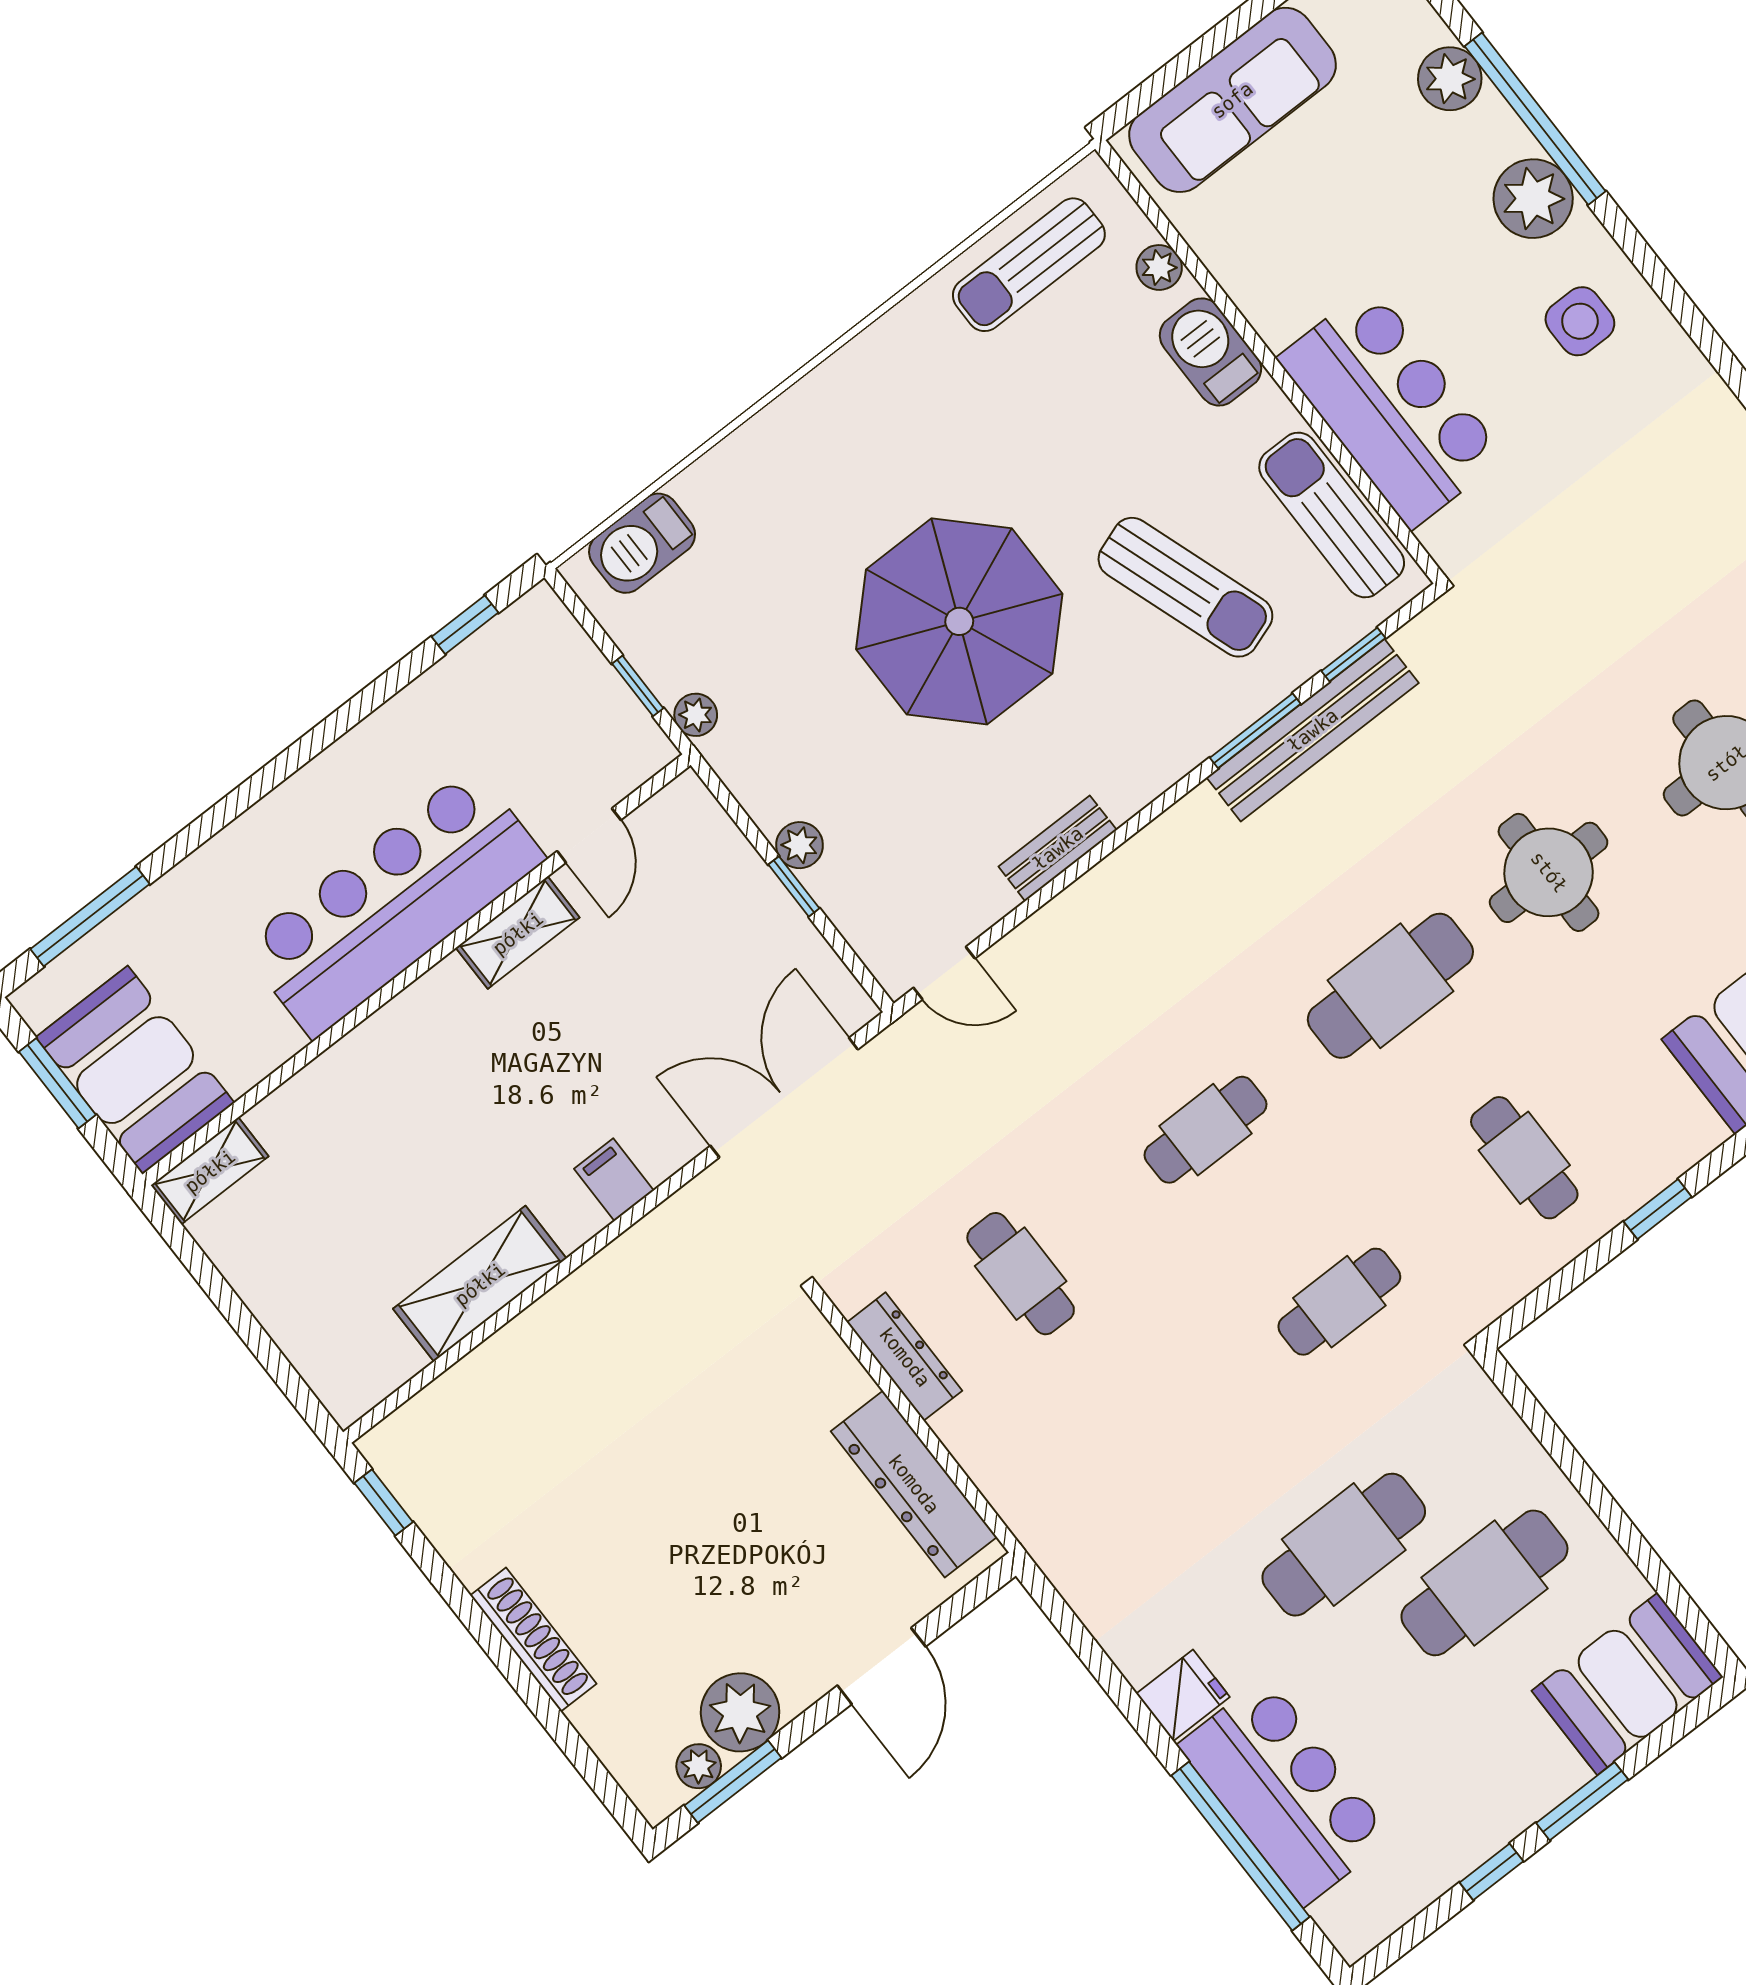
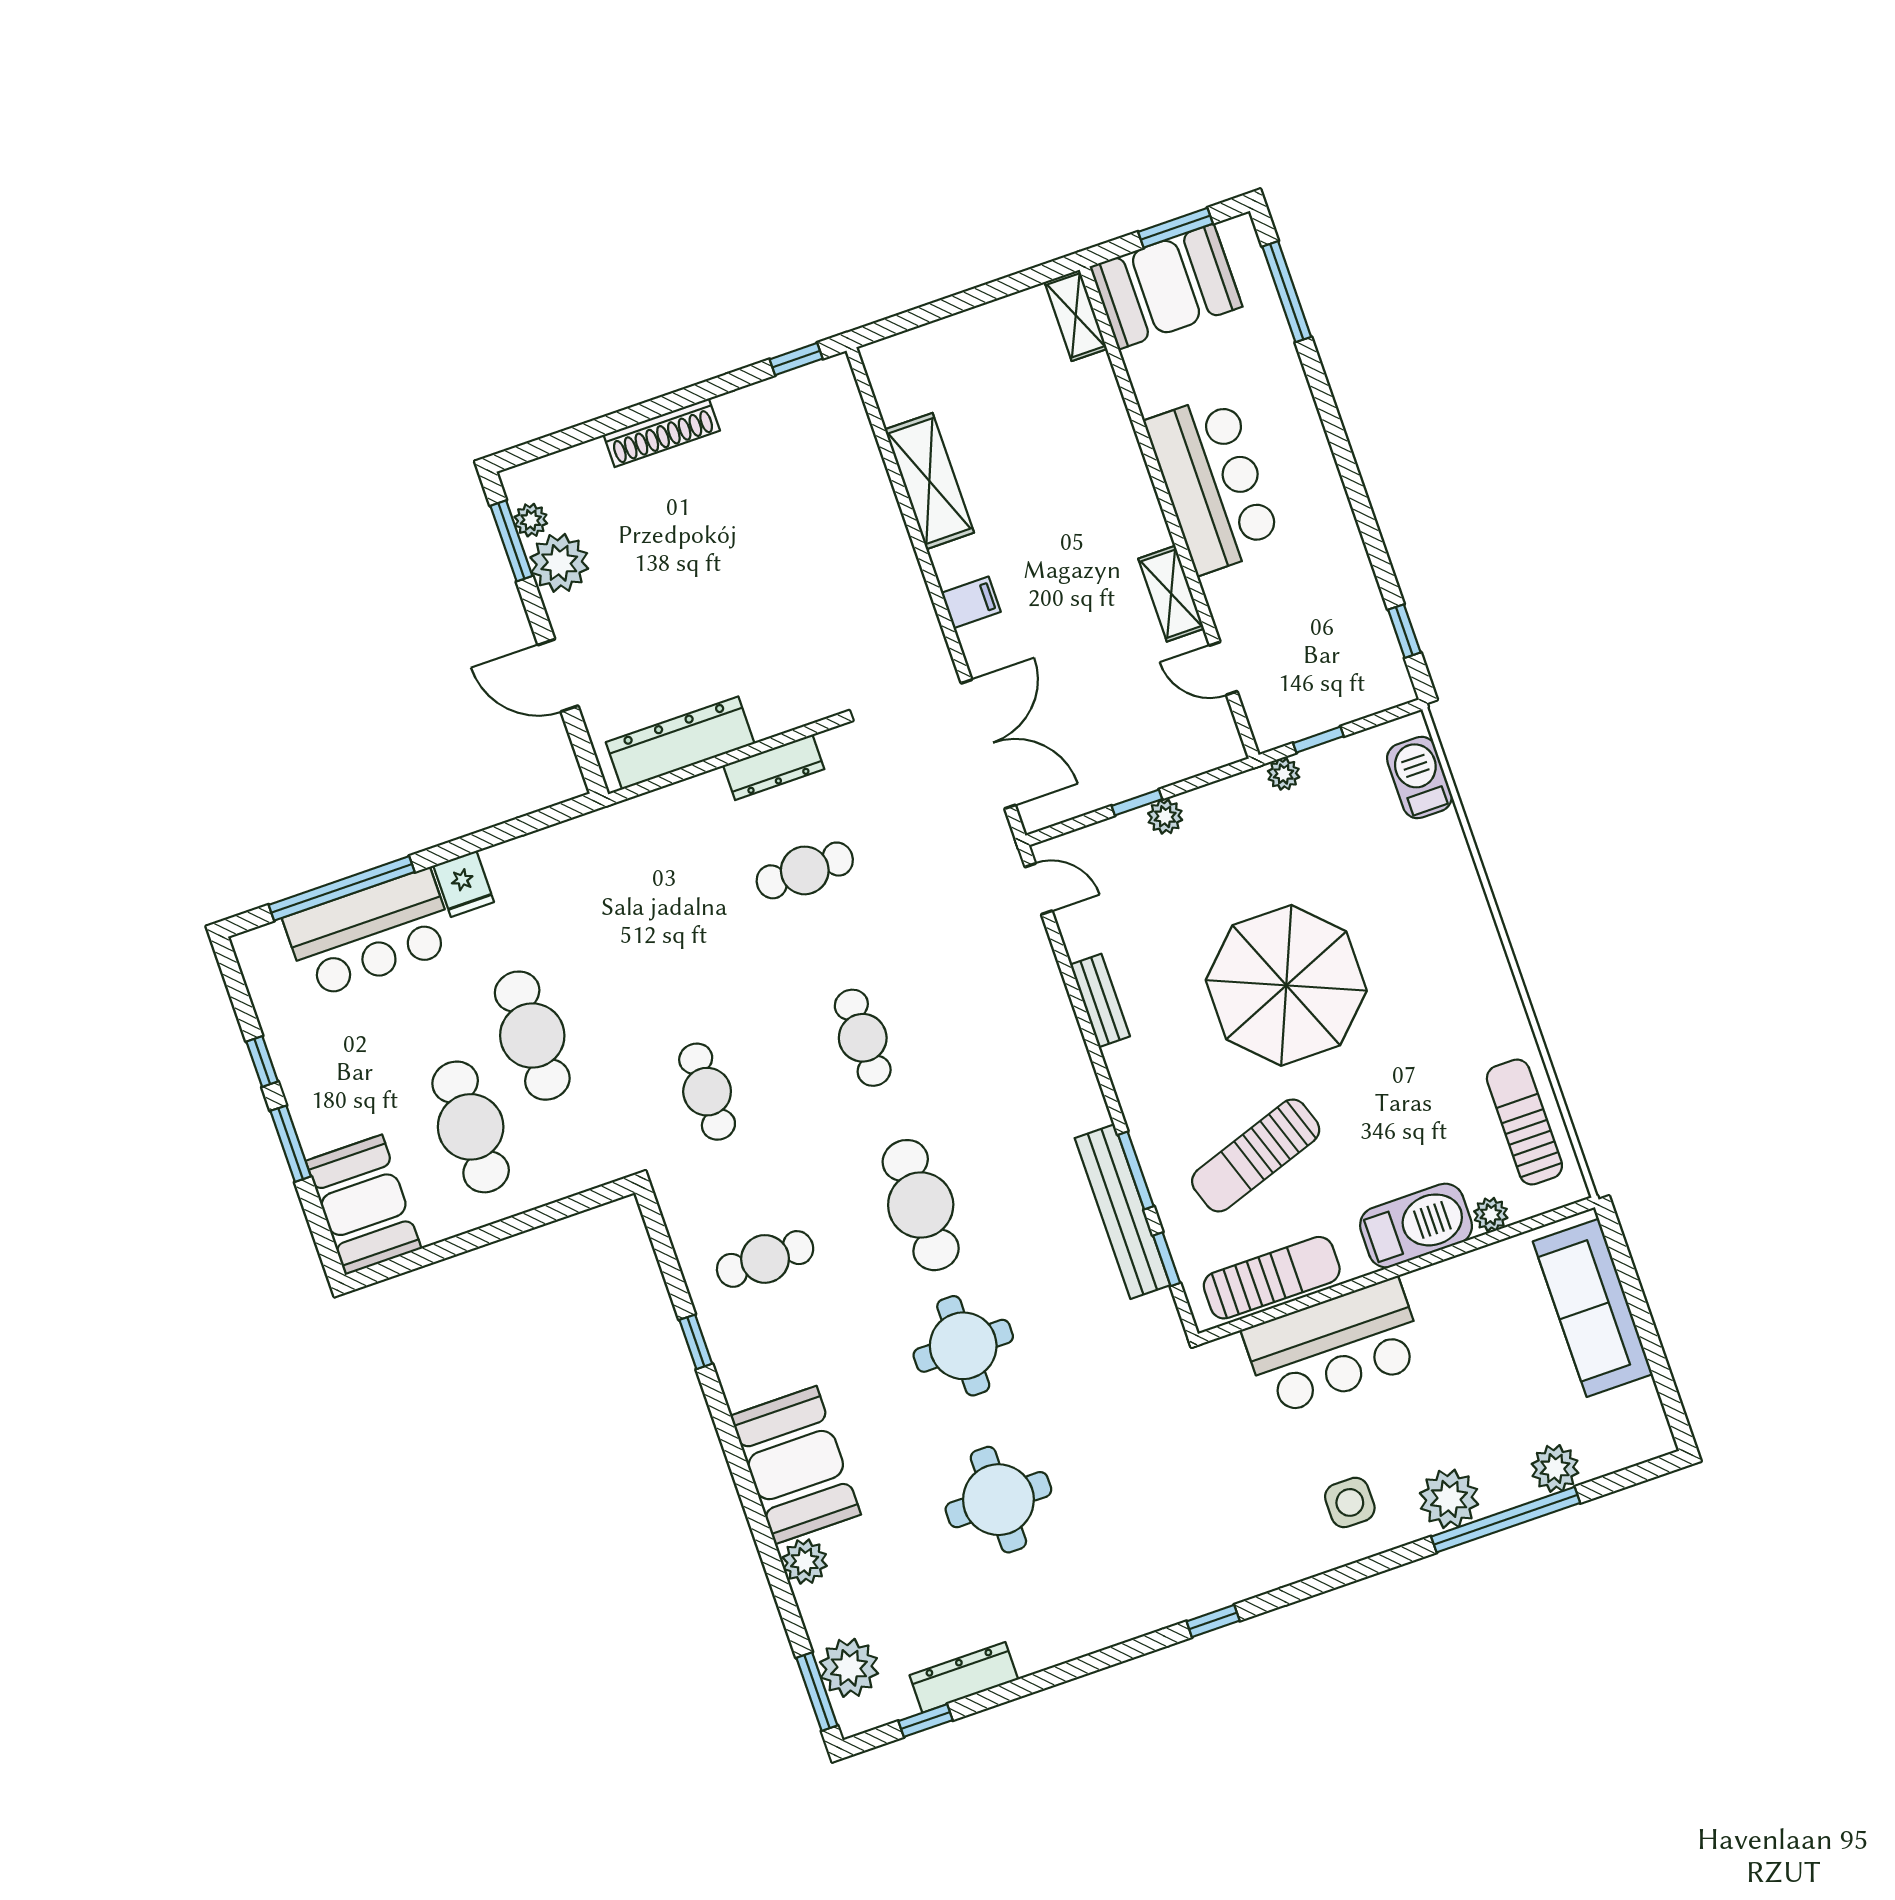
barbecue: (1210, 352) -> (1416, 1226), width x1.37, depth x1.21
bar counter: (393, 902) -> (1213, 484), width x0.73
door: (944, 973) -> (1038, 889), swing flipped

